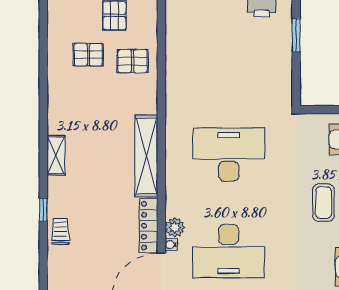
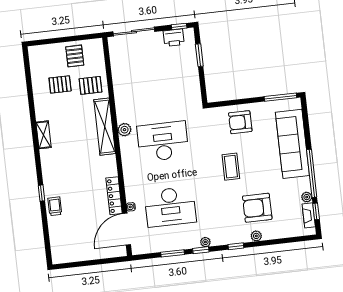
shelving: (56, 155) -> (44, 135), moved
shelving: (146, 156) -> (105, 127), moved
plant: (175, 227) -> (124, 130), moved

